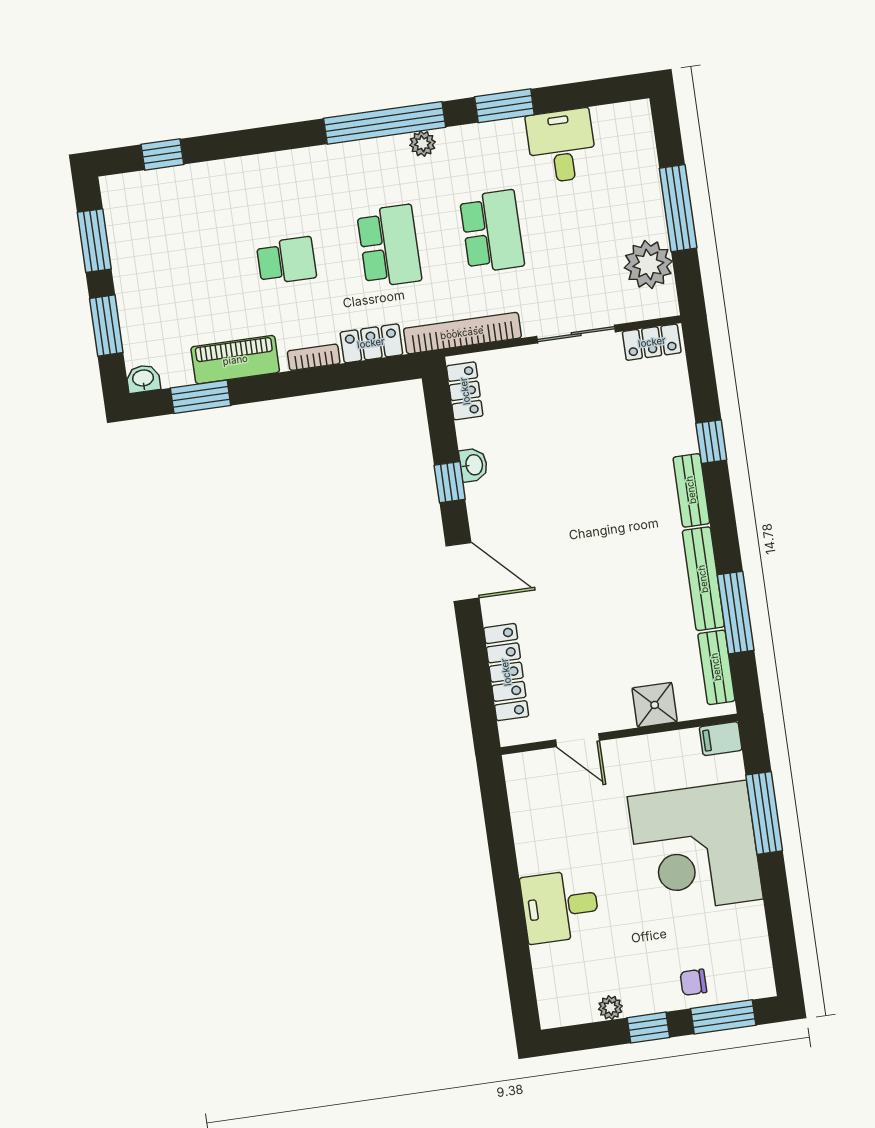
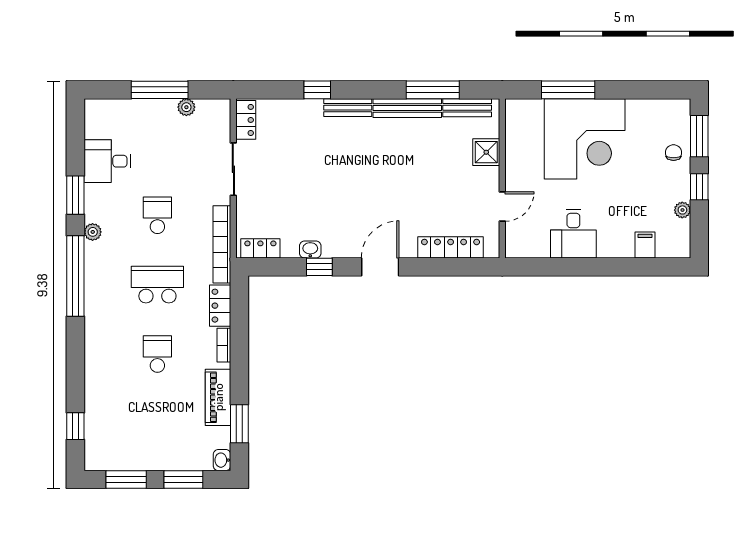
plant: (423, 144) -> (93, 232), moved
school desk: (492, 231) -> (157, 215), width x0.54
plant: (648, 264) -> (186, 107), width x0.53, depth x0.53
filing cabinet: (721, 739) -> (645, 245), moved, turned 180
desk: (560, 906) -> (573, 234), moved
chair: (693, 982) -> (674, 153), turned 180

